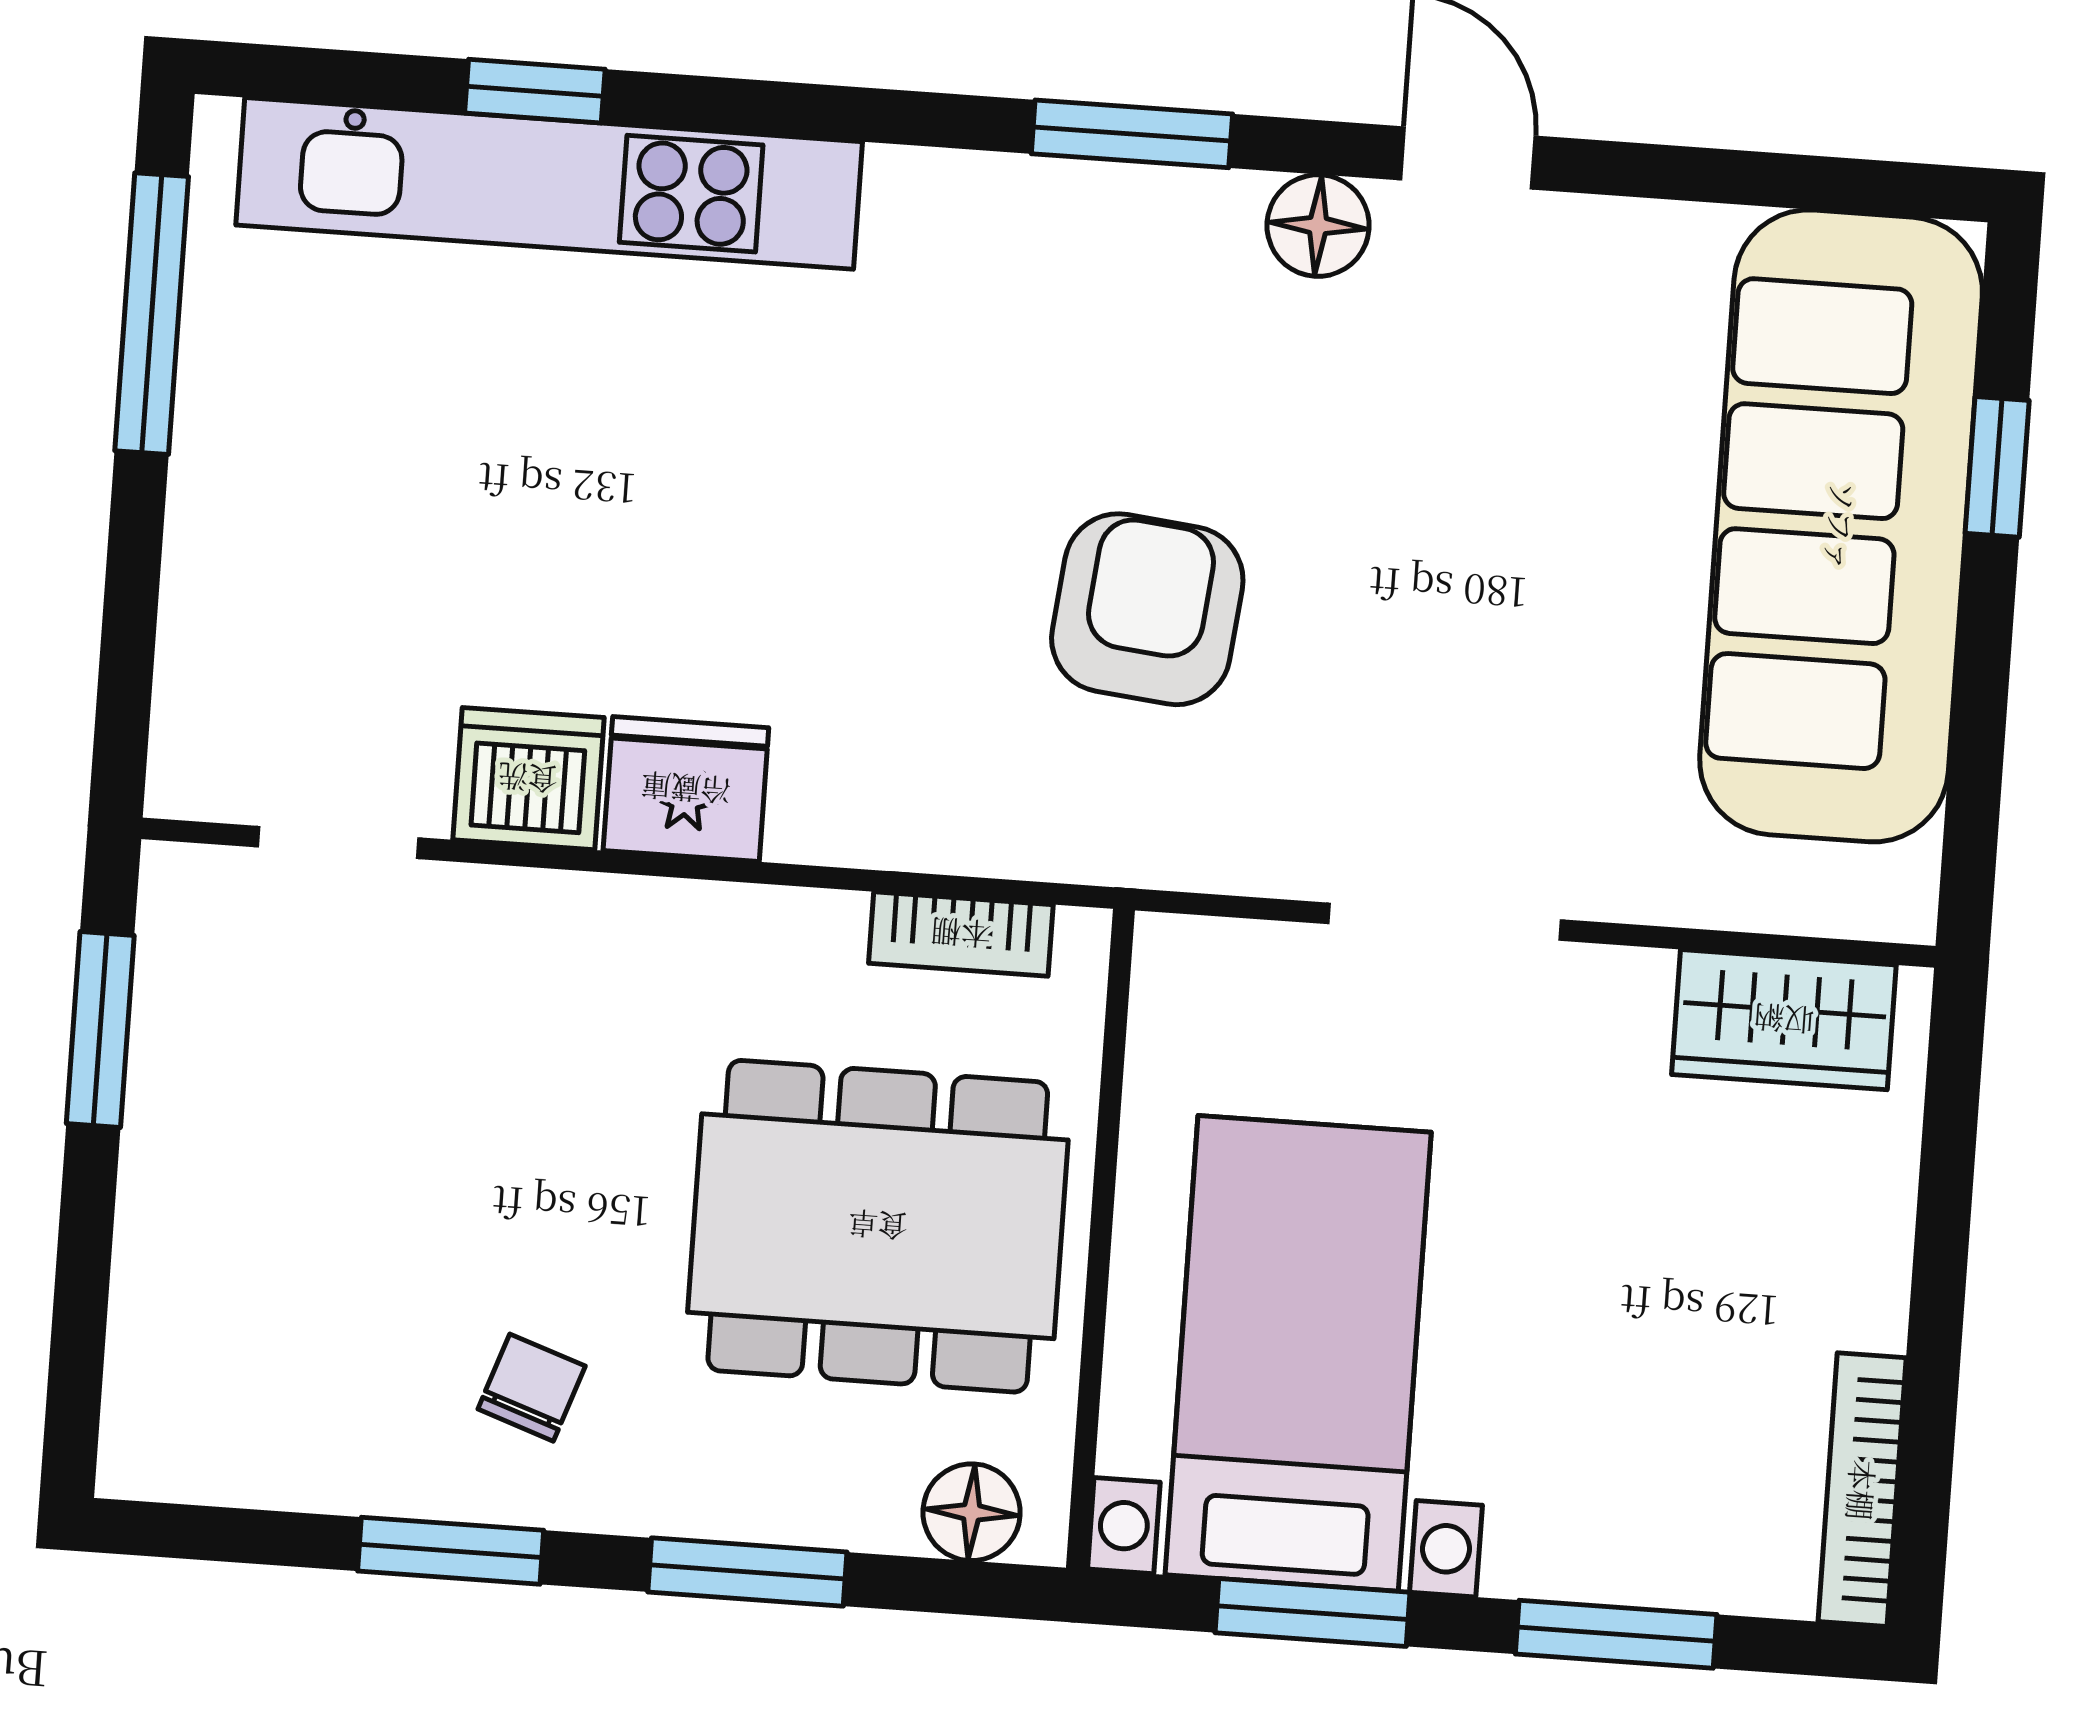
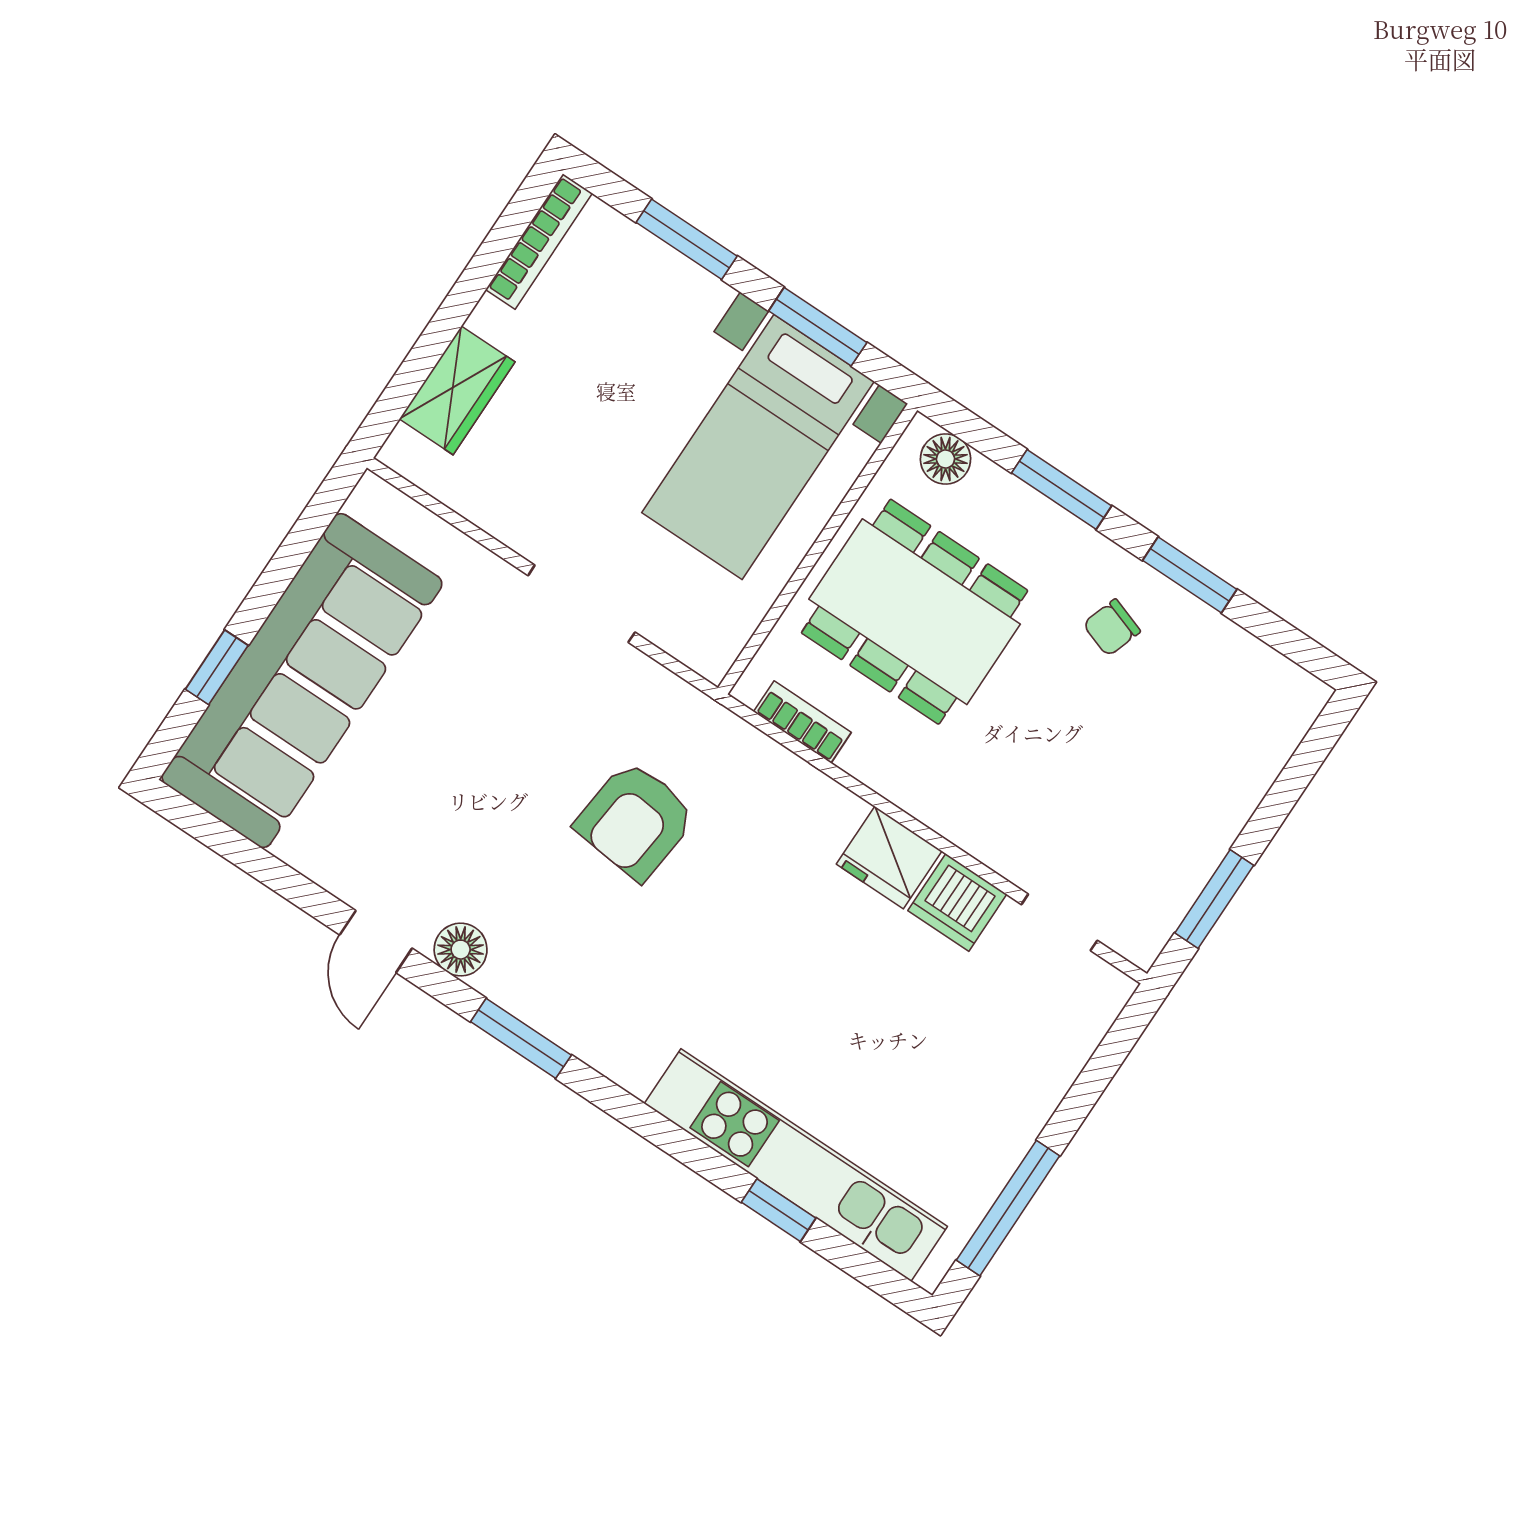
wardrobe: (1784, 1020) -> (457, 390), moved, turned 90

